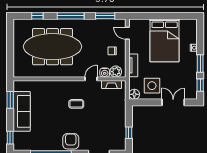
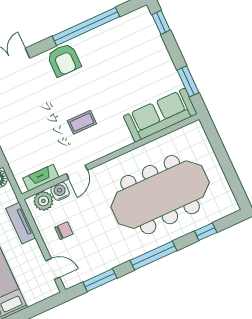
sofa: (22, 111) -> (160, 115), moved, turned 90

